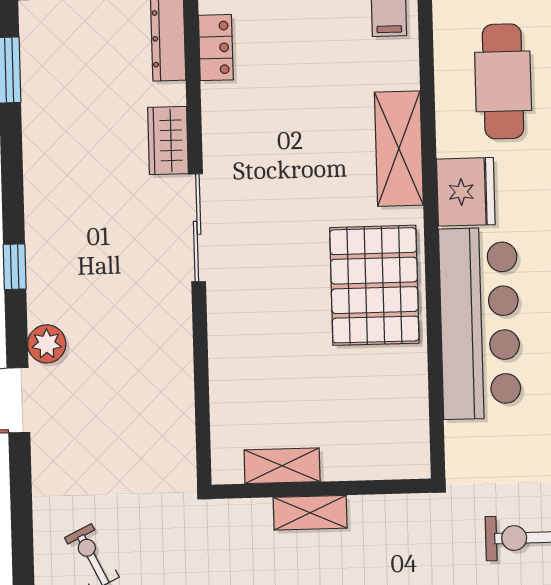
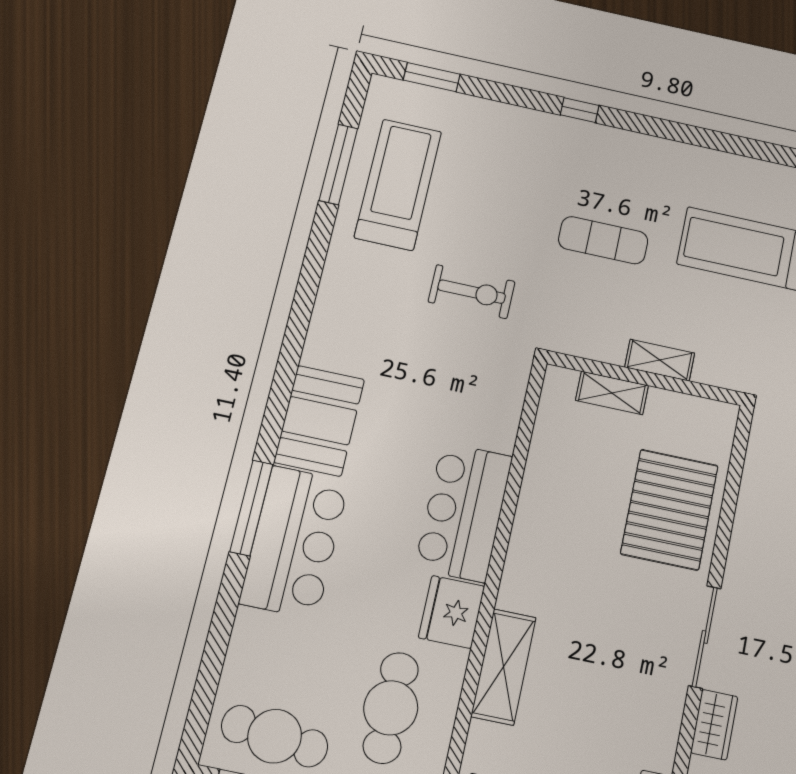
pallet: (374, 285) -> (669, 510), moved
bar counter: (480, 323) -> (464, 512), width x0.73
shelving: (282, 466) -> (612, 393), moved

